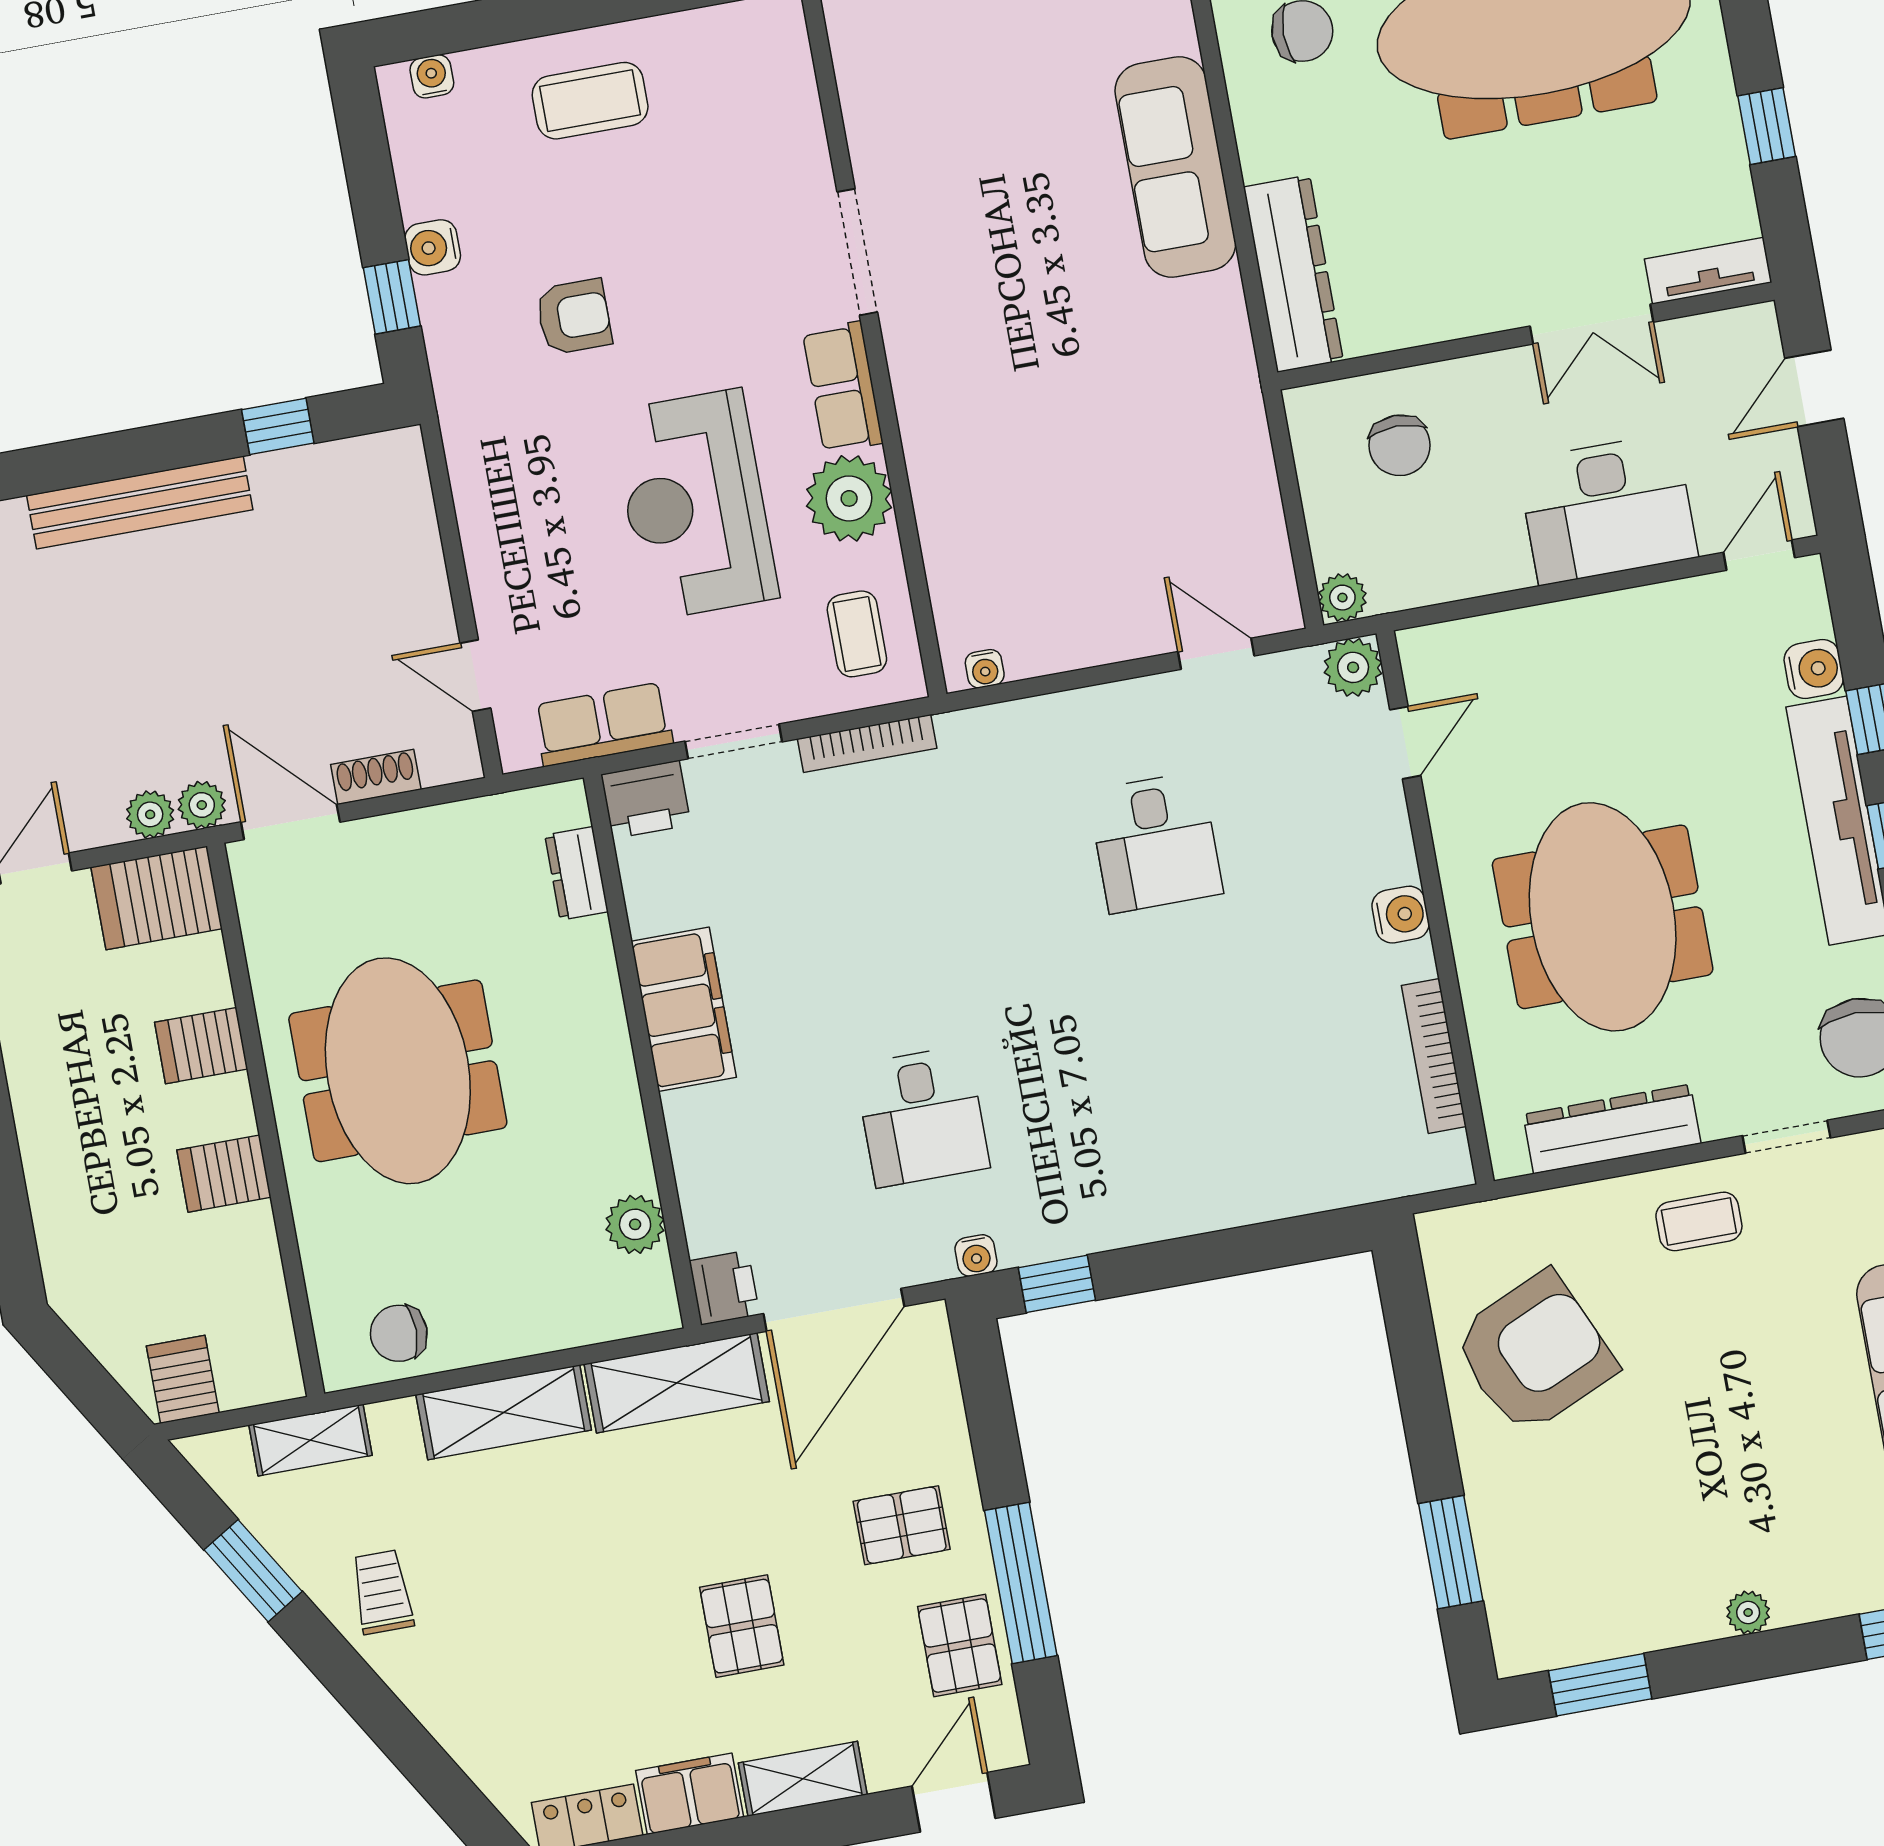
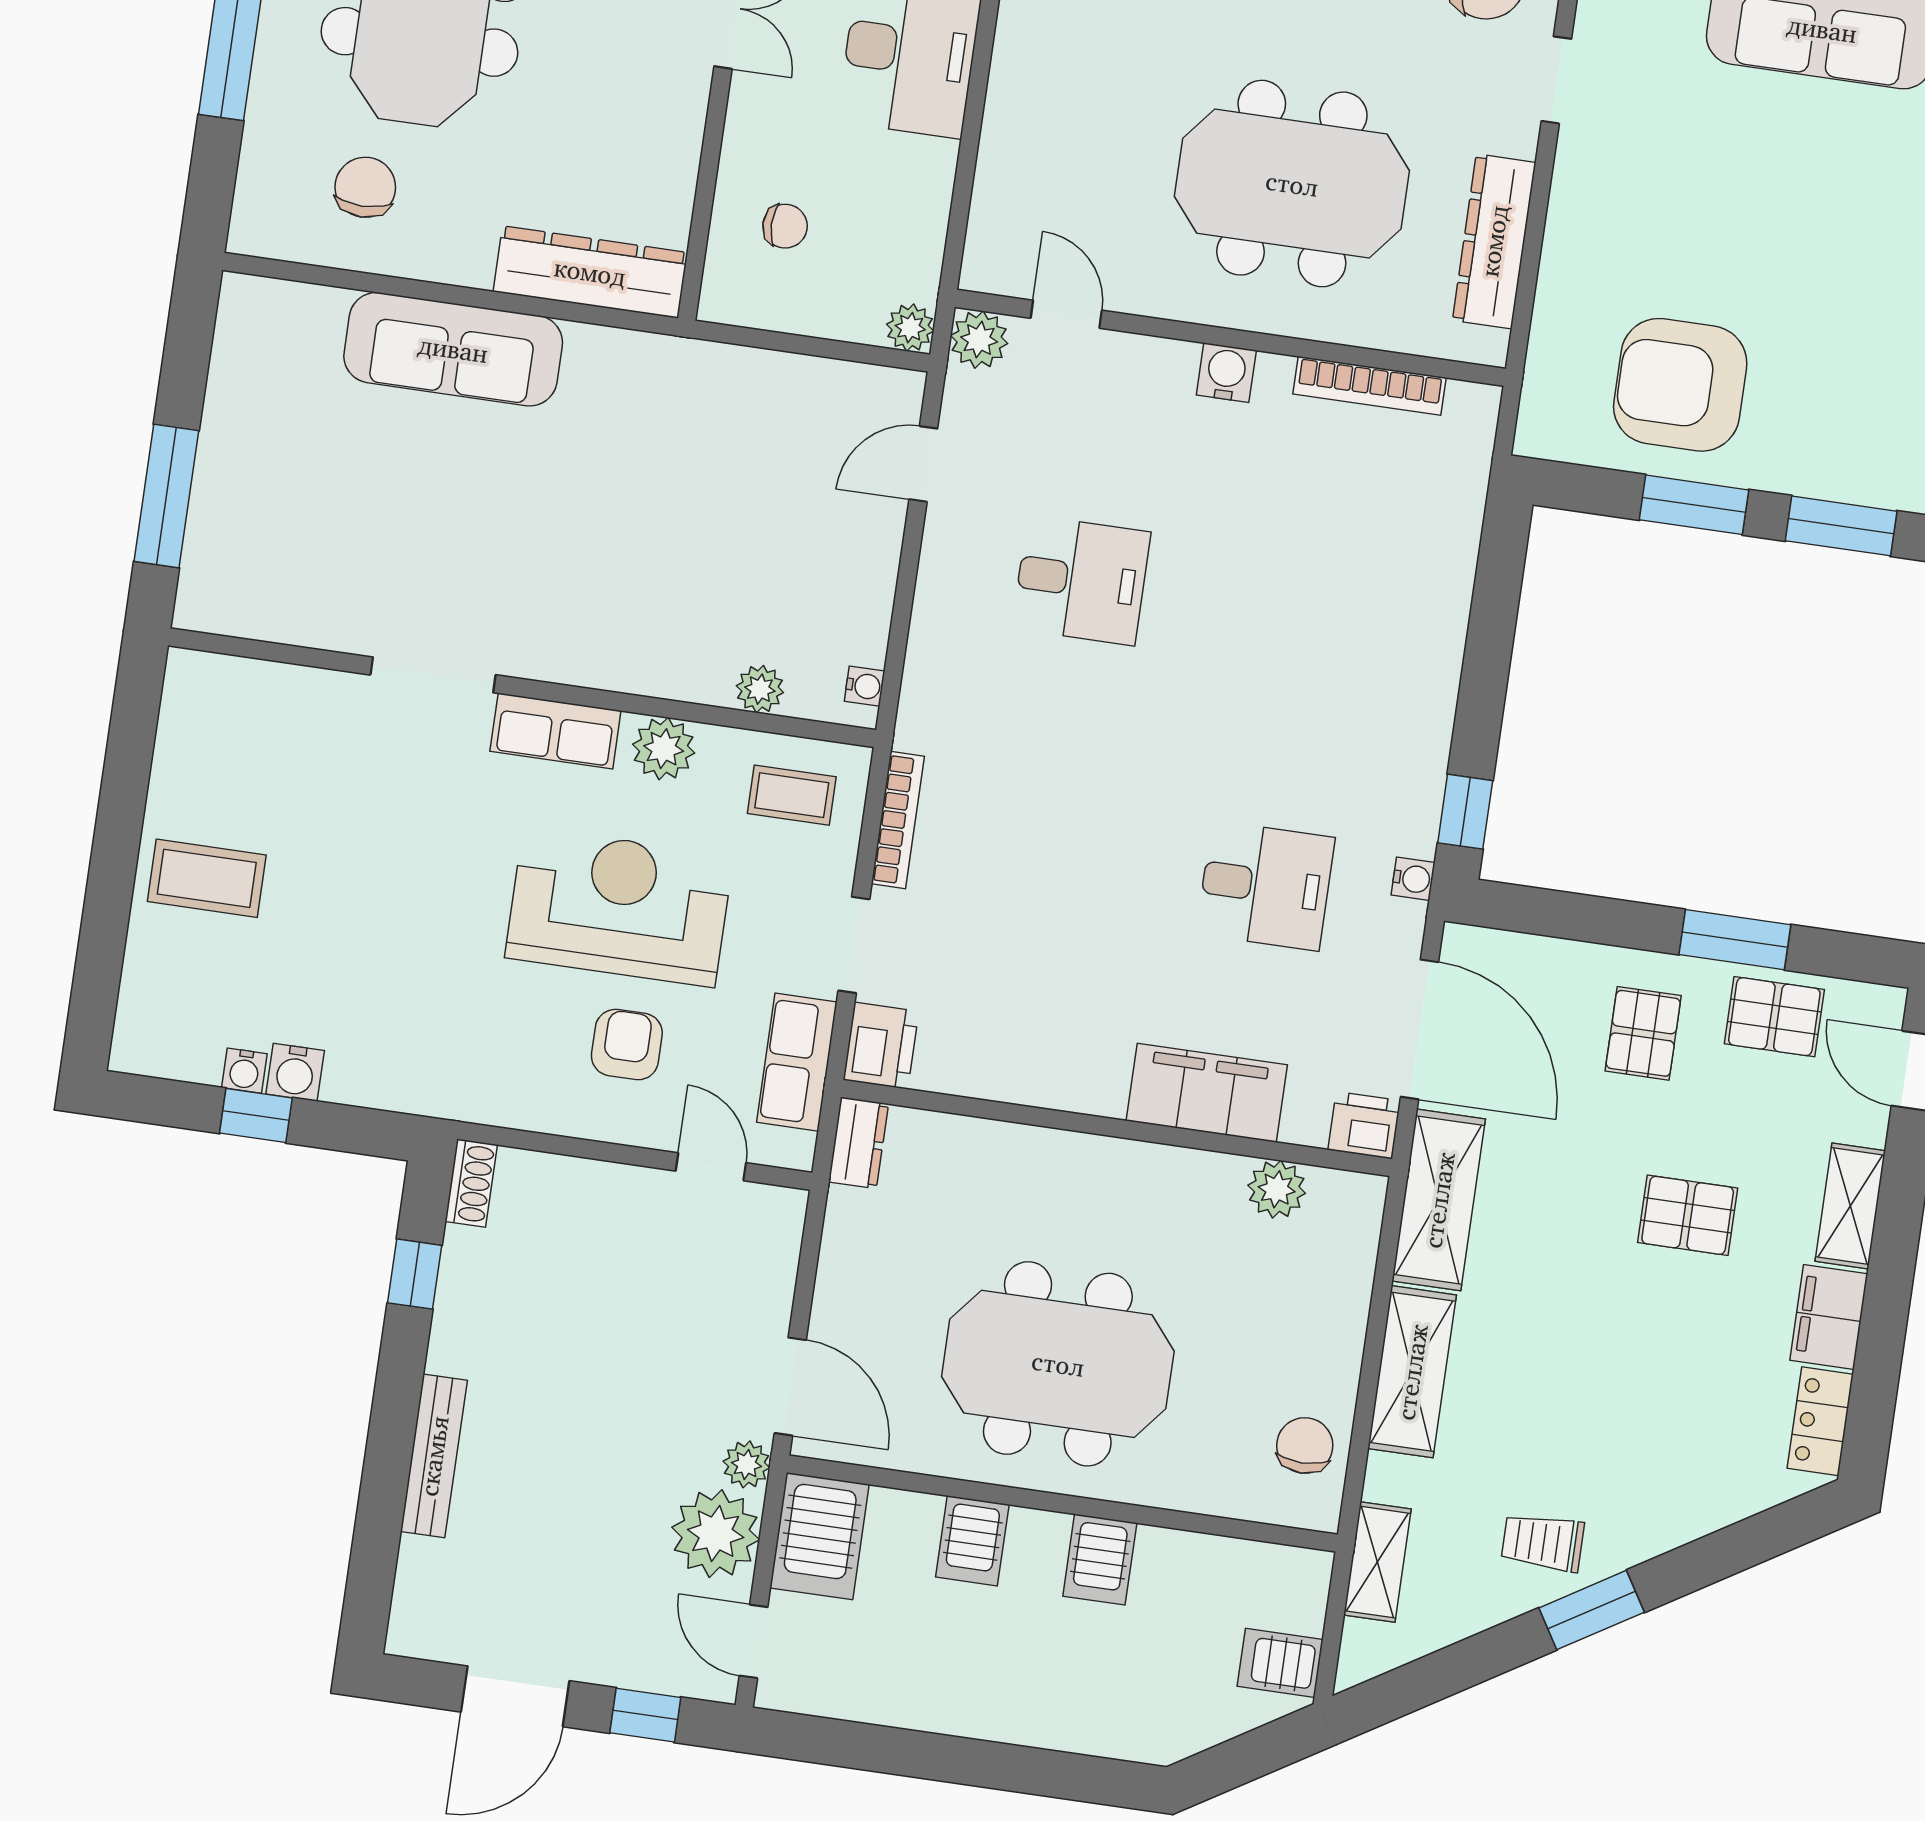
water cooler: (432, 76) -> (244, 1071), moved, turned -90
coffee table: (590, 101) -> (207, 878), turned 90
window: (392, 297) -> (256, 1116), moved
armchair: (574, 317) -> (627, 1045), moved
chair: (1400, 445) -> (785, 226), width x0.73, depth x0.73
plant: (849, 498) -> (664, 749), width x0.73, depth x0.73
bench: (140, 503) -> (434, 1456), width x0.73, depth x0.82
reception desk: (695, 504) -> (619, 907), turned 180
plant: (948, 570) -> (760, 689), added
door: (475, 676) -> (711, 1167), swing flipped
shoe rack: (376, 777) -> (471, 1183), moved, turned 180
plant: (150, 814) -> (716, 1534), width x1.88, depth x1.88
door: (290, 822) -> (790, 1386), swing flipped
dresser: (576, 873) -> (858, 1143), moved, turned -90
filing cabinet: (684, 1009) -> (1207, 1093), moved
coffee table: (1699, 1221) -> (1608, 189), removed
chair: (399, 1333) -> (1305, 1445), turned 180
armchair: (1534, 1353) -> (1680, 385), turned -66
window: (1424, 1405) -> (1694, 505), added
window: (253, 1571) -> (1592, 1610), moved
window: (1021, 1583) -> (1735, 940), width x0.69

